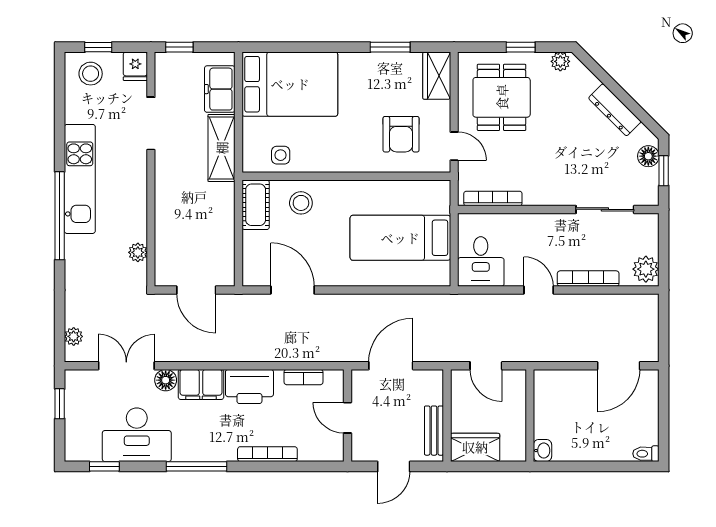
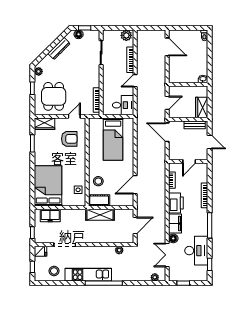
stool: (91, 74) -> (54, 271), moved
dining table: (502, 97) -> (54, 96), turned 90
shelving: (222, 148) -> (100, 215), moved
door: (391, 366) -> (167, 132), moved

